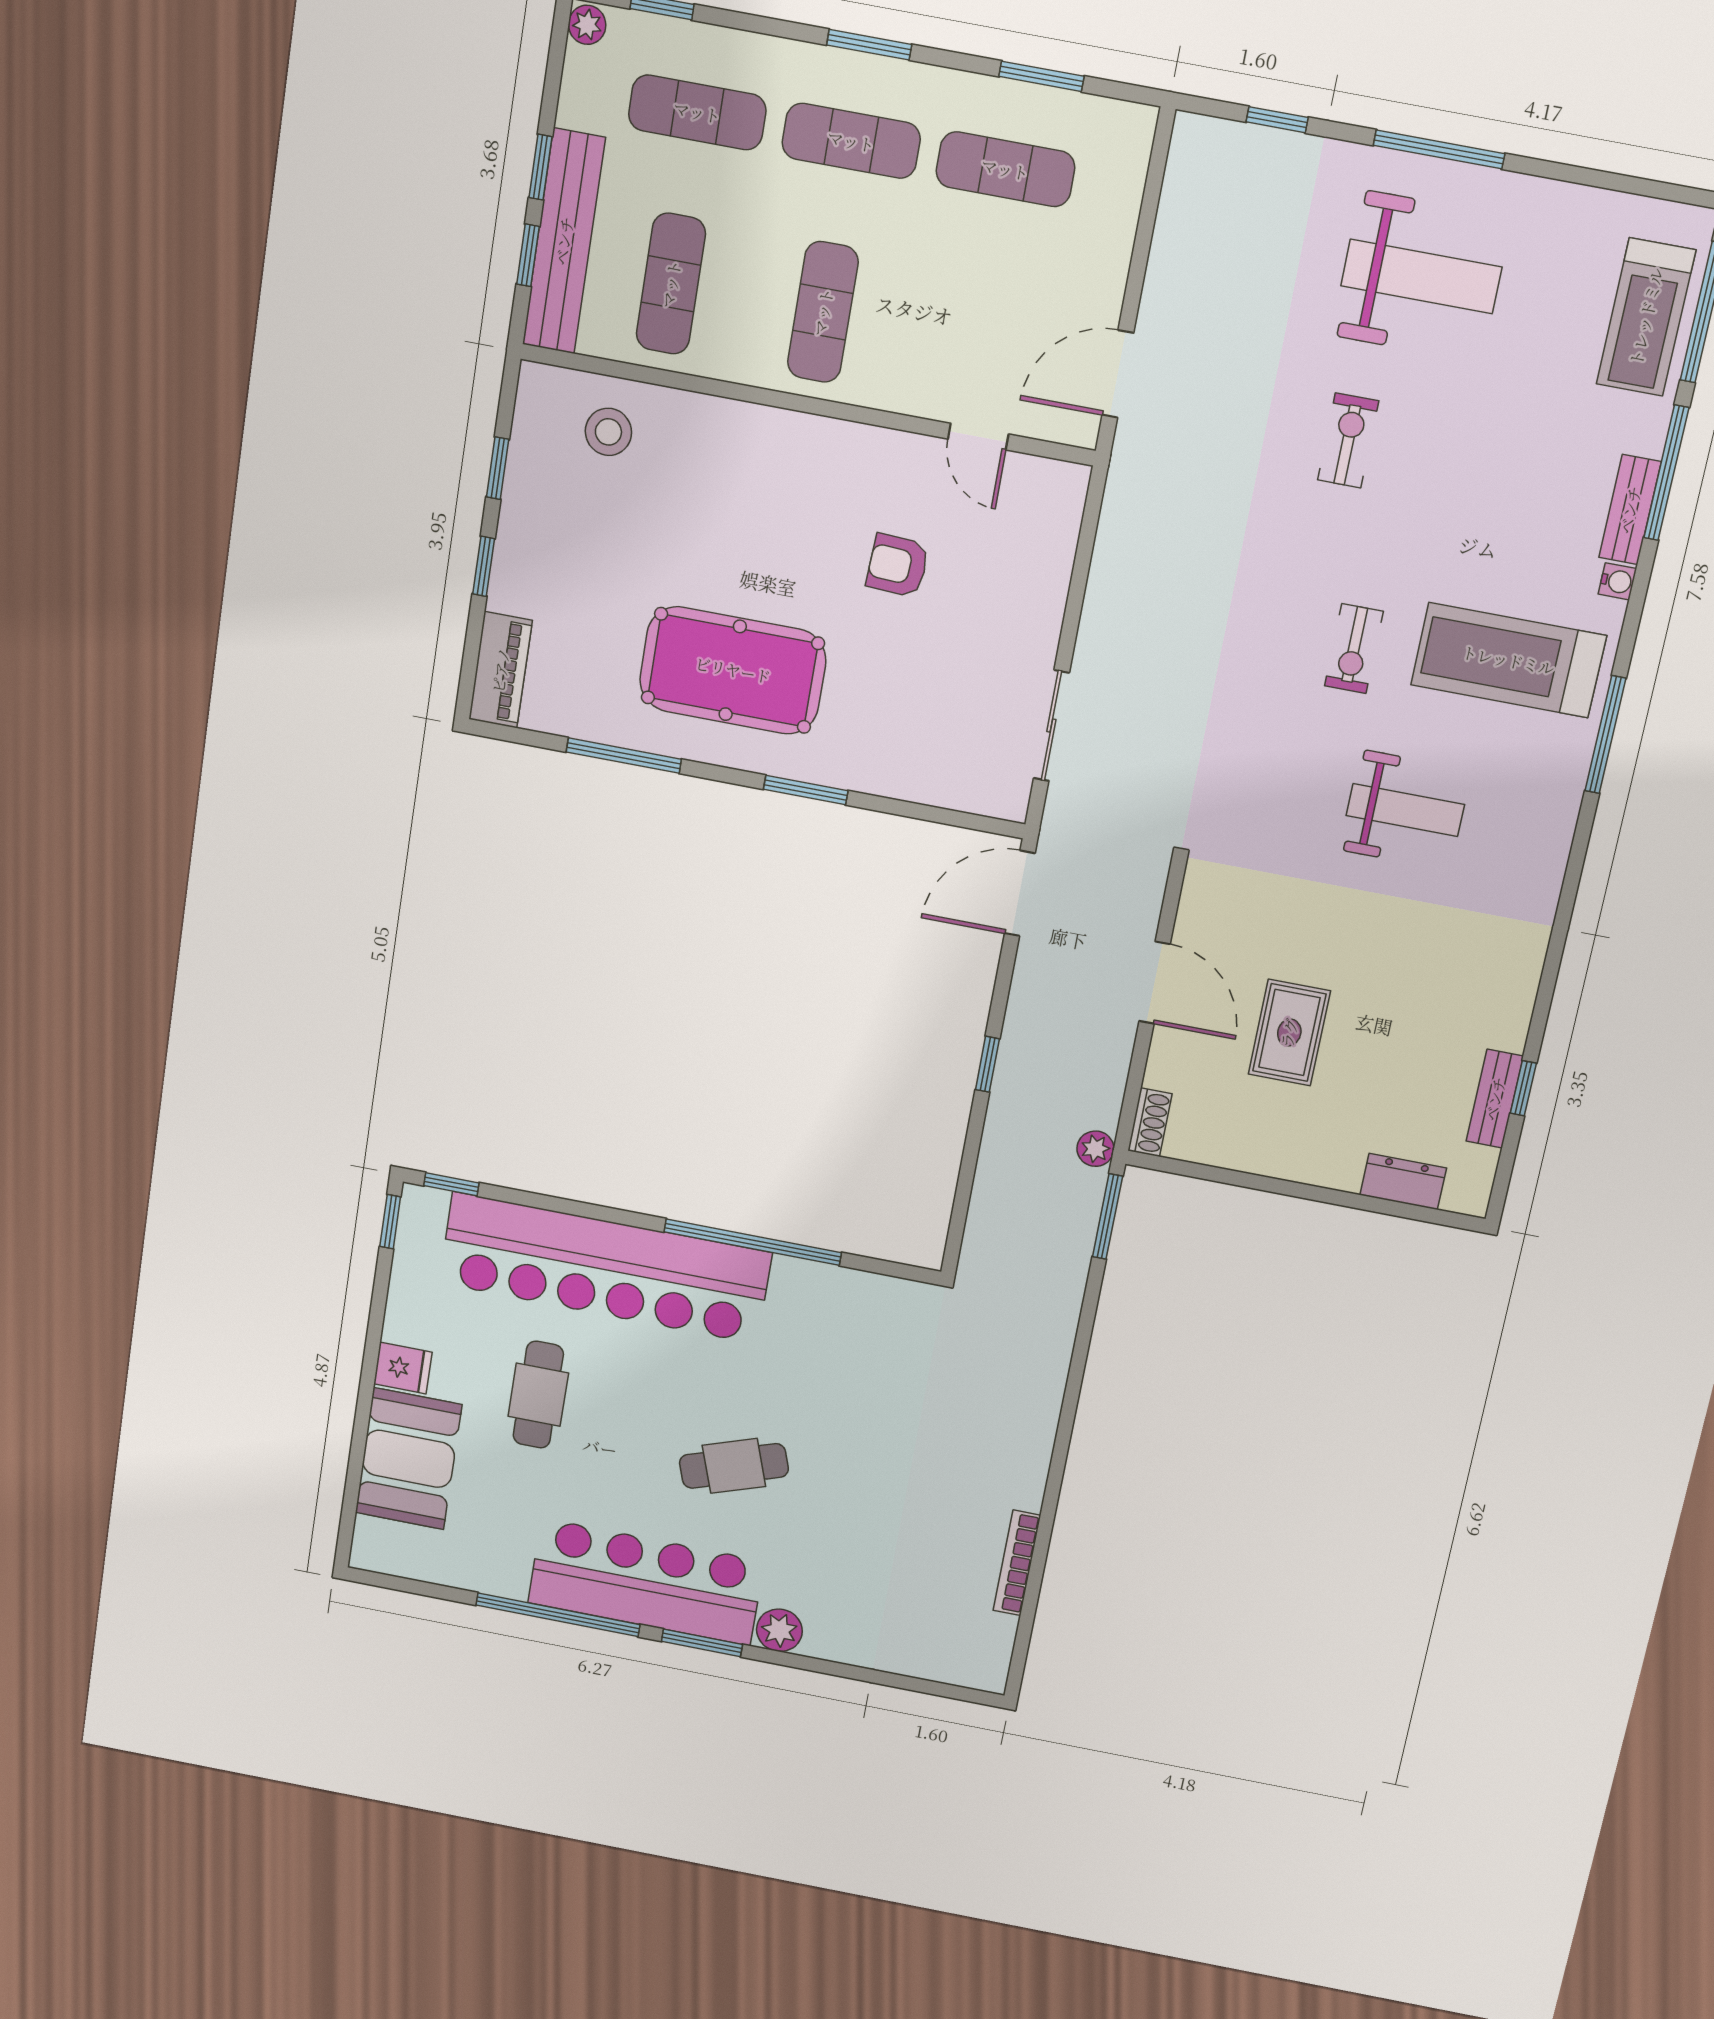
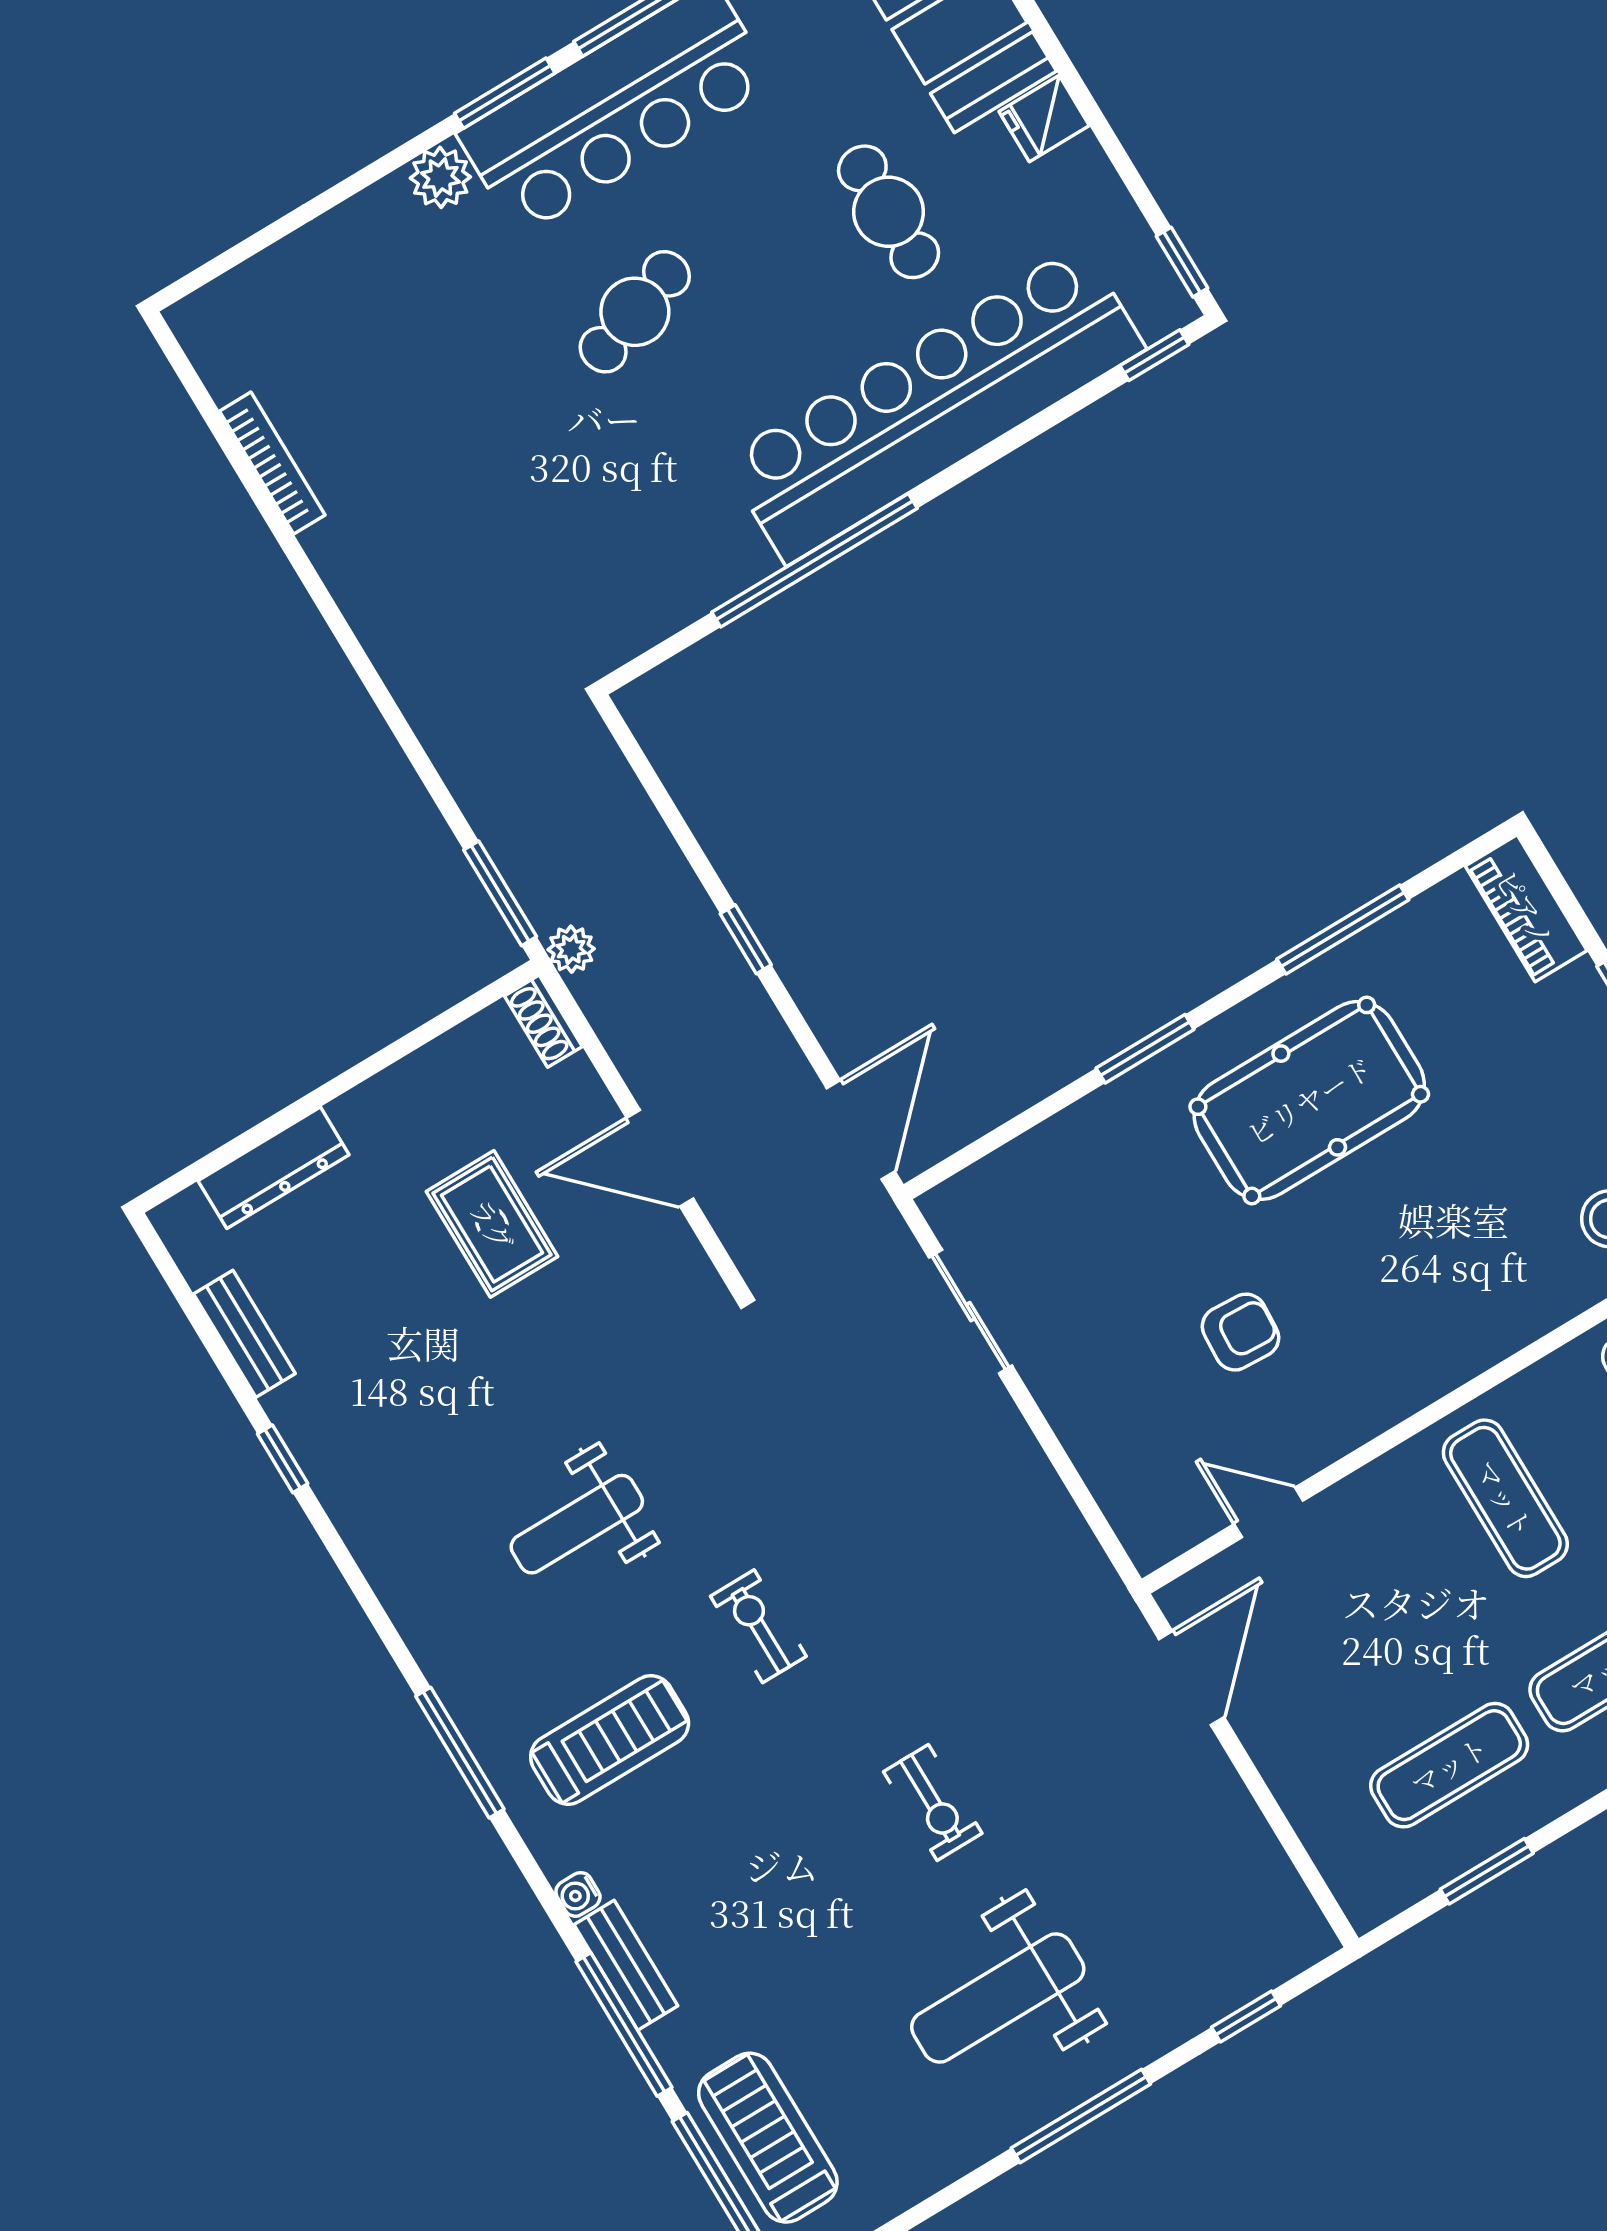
treadmill: (1508, 660) -> (610, 1740), width x0.73, depth x0.73
window: (1523, 1088) -> (283, 1459), moved
dresser: (1403, 1181) -> (274, 1168), width x1.44

